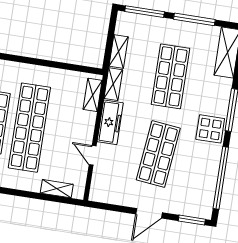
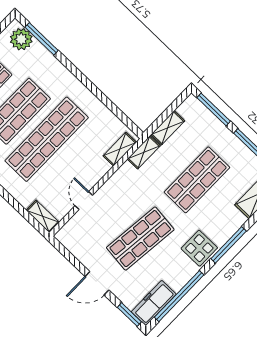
freezer: (110, 122) -> (154, 303), moved, turned 180
shelving: (57, 189) -> (43, 216), moved

